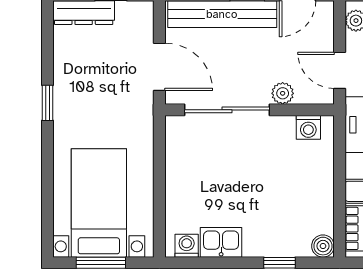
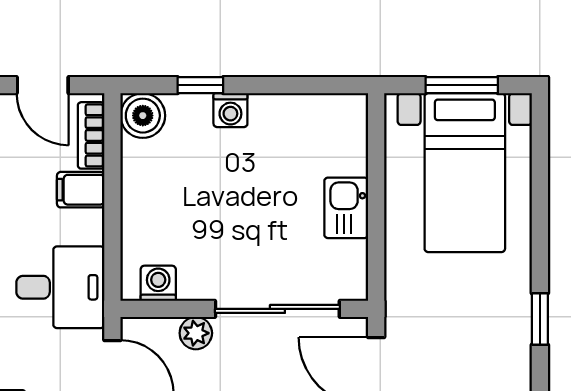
kitchen sink: (221, 242) -> (346, 208), moved, turned 90
washing machine: (187, 246) -> (230, 110), moved
boiler: (323, 246) -> (143, 116), width x1.36, depth x1.36

